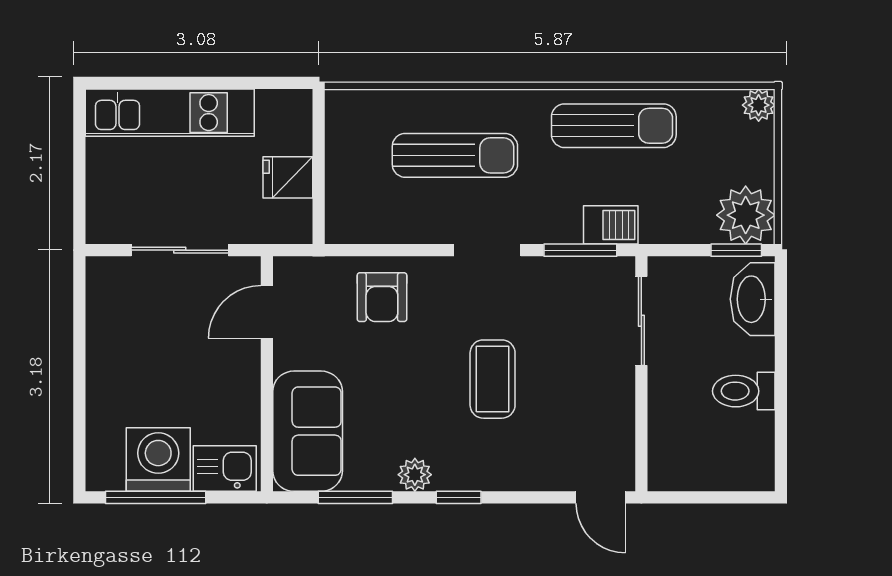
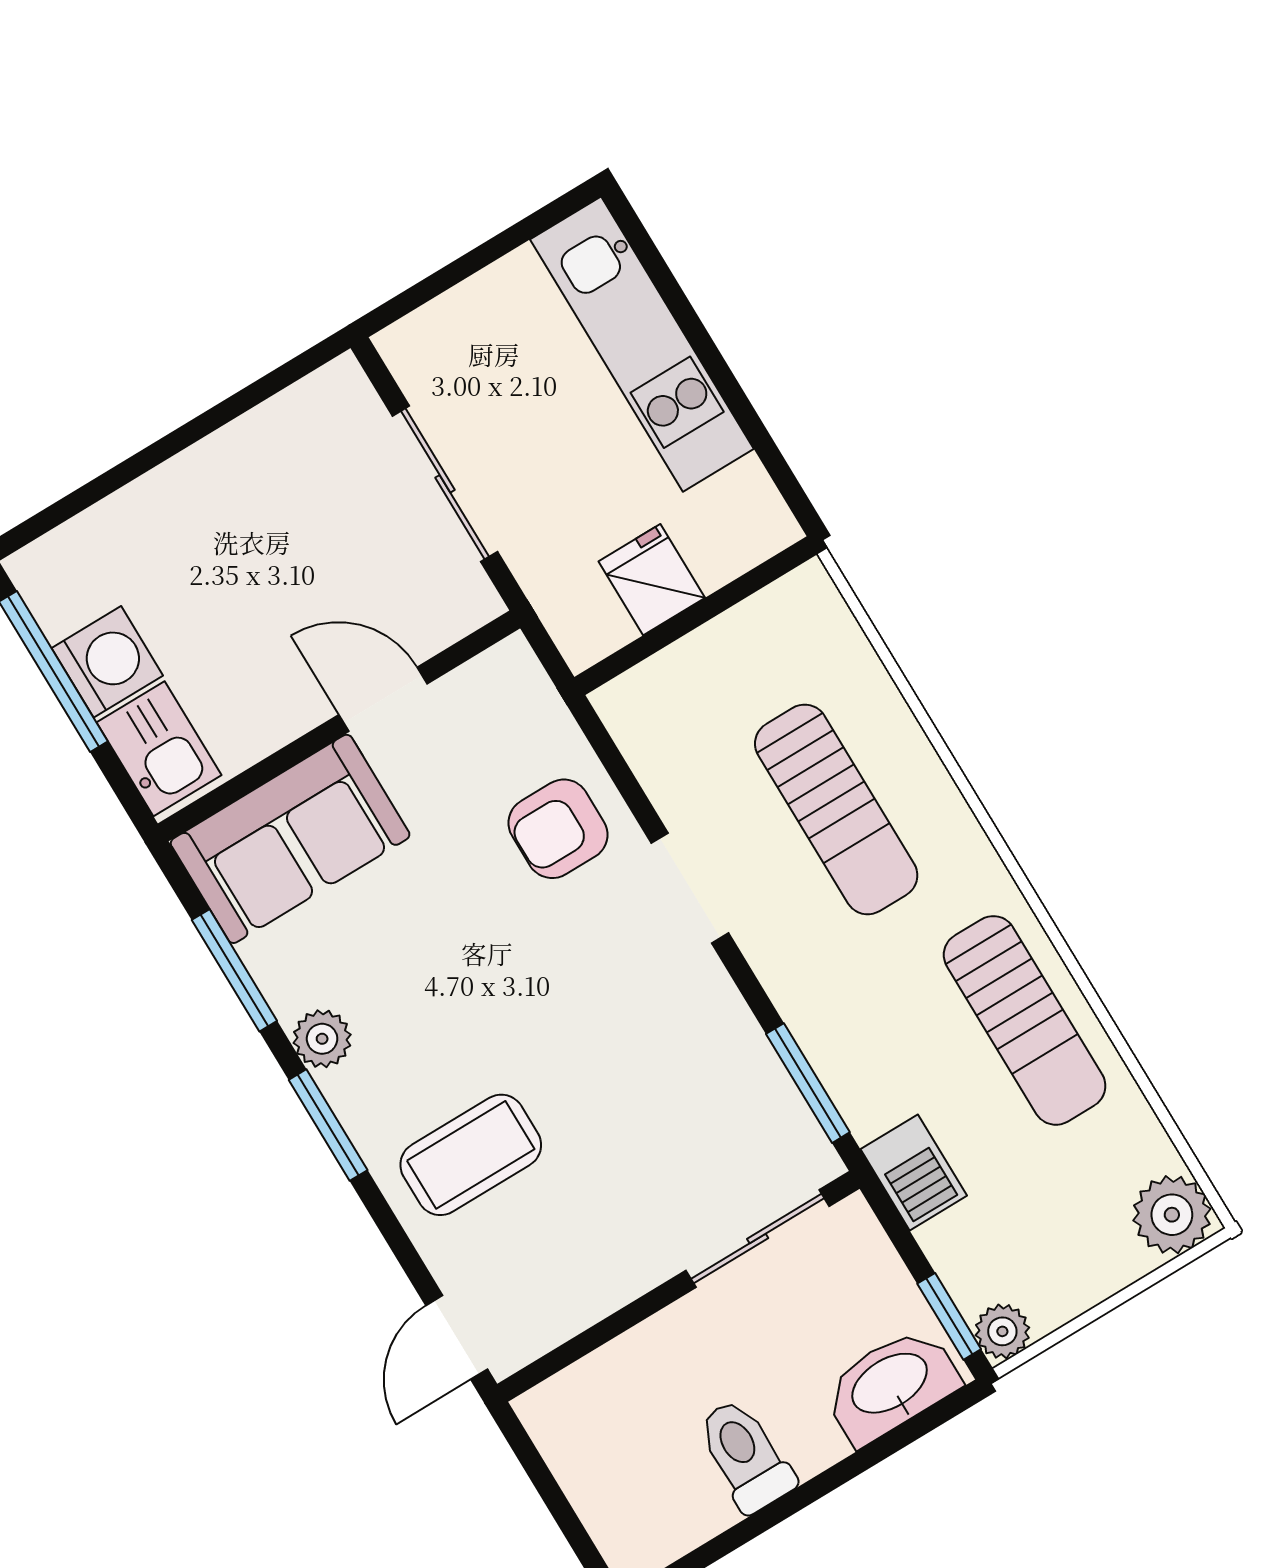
plant: (759, 105) -> (1172, 1215), width x1.38, depth x1.38
plant: (746, 215) -> (1002, 1331), width x0.53, depth x0.53
barbecue: (611, 225) -> (914, 1172), moved
doorway: (487, 250) -> (690, 888), moved
door: (267, 312) -> (383, 699), moved
coffee table: (493, 379) -> (471, 1155), moved
washing machine: (158, 459) -> (107, 662), width x0.73, depth x0.73
window: (459, 497) -> (328, 1125), width x1.50

